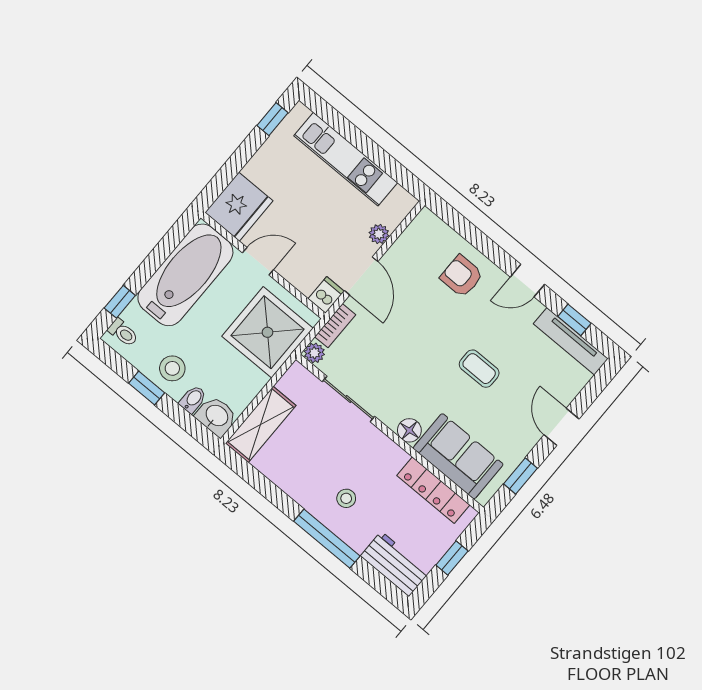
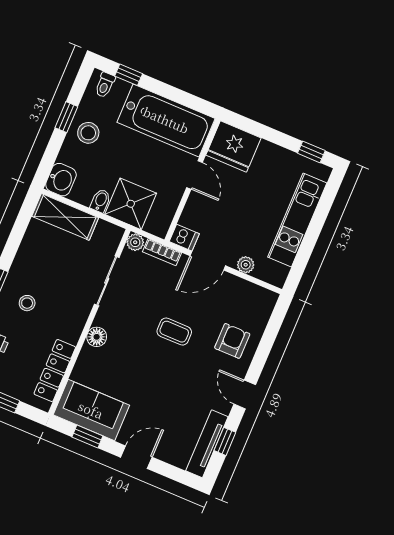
shower: (268, 332) -> (131, 204), width x0.73, depth x0.73
coffee table: (479, 369) -> (174, 332), moved, turned 90
bidet: (193, 399) -> (100, 201), moved, turned -90
sofa: (458, 456) -> (91, 410), moved, turned -90

